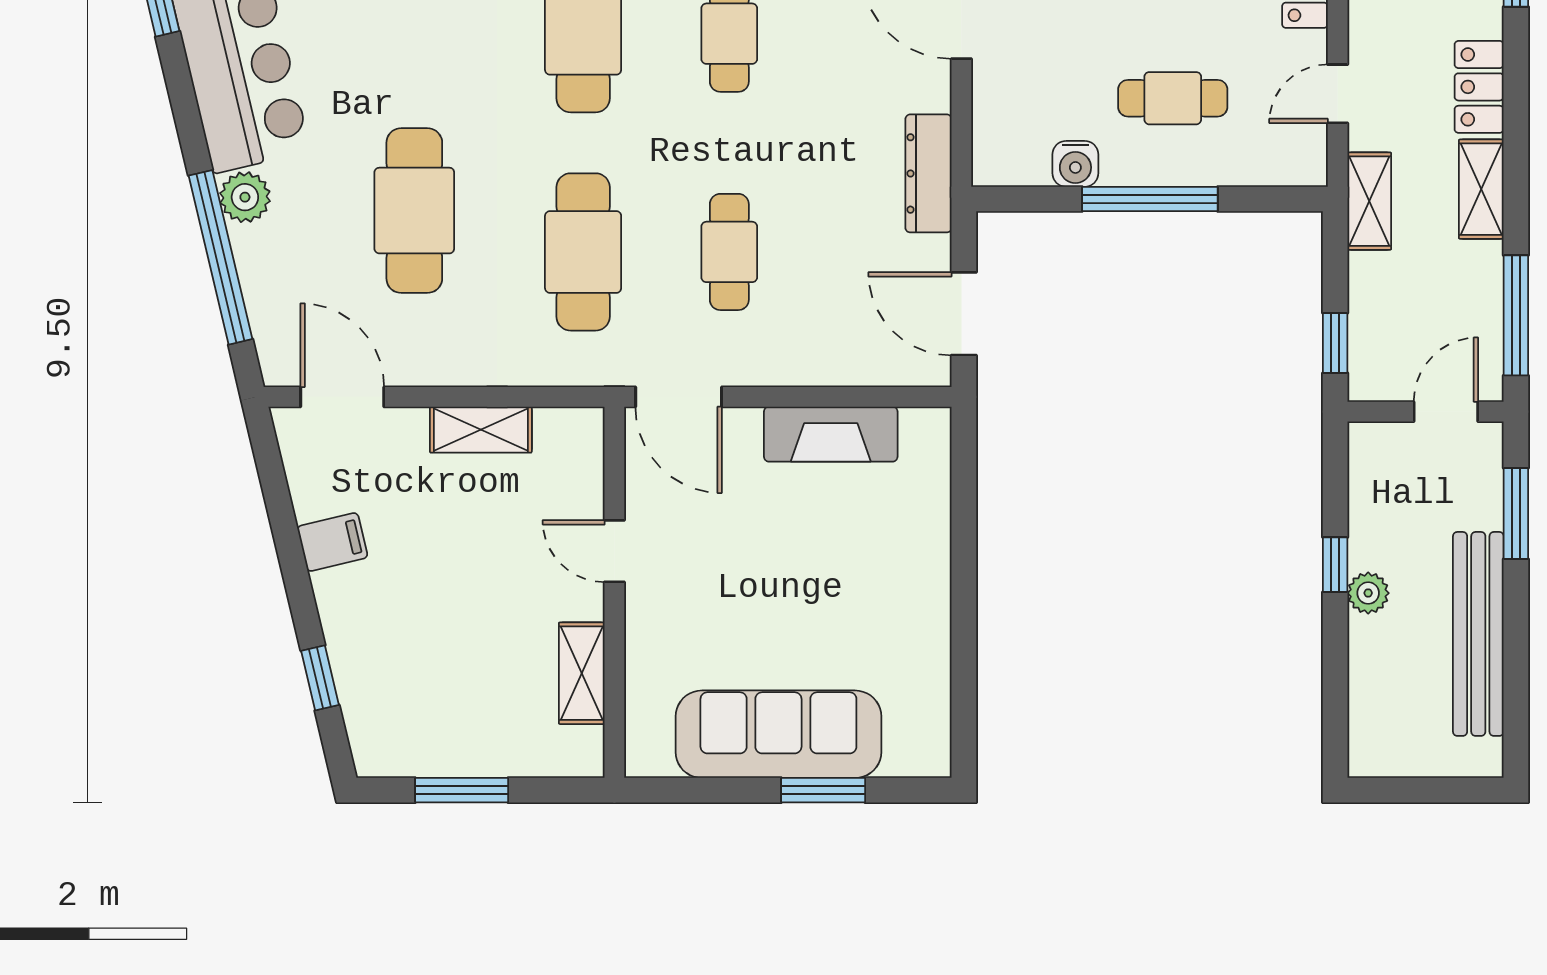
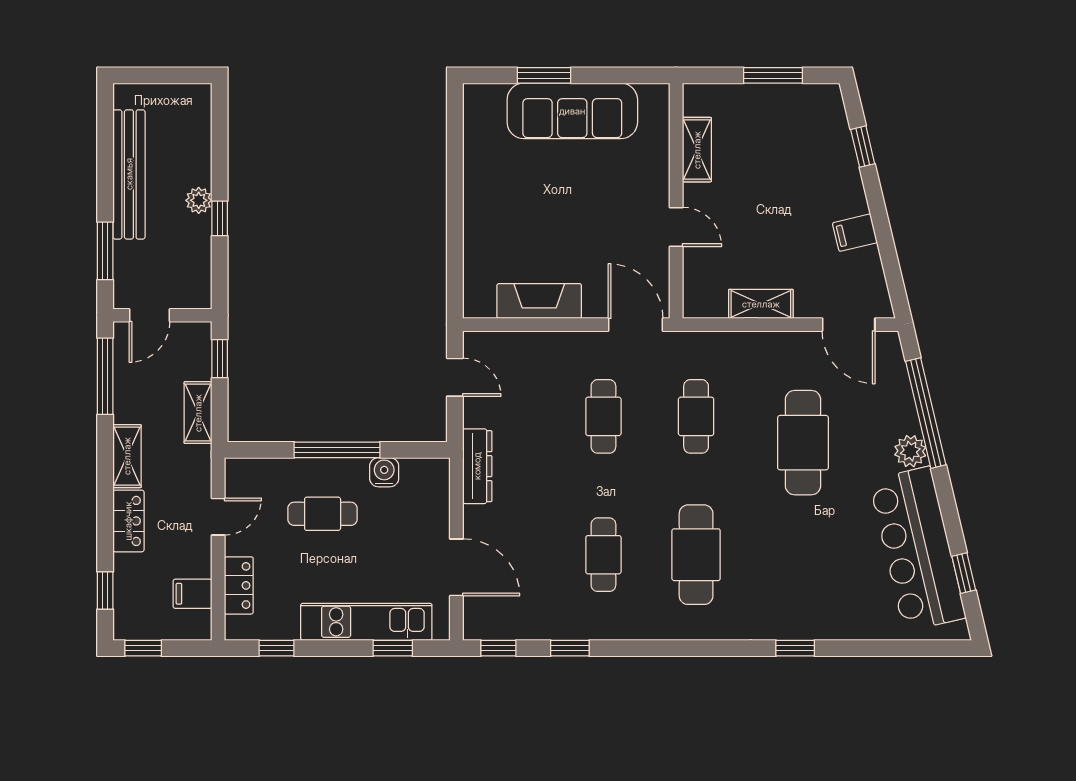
shelving: (1369, 201) -> (198, 413), moved
cafe table: (583, 252) -> (696, 416), width x0.73, depth x0.74
door: (964, 314) -> (455, 377), width x0.73

